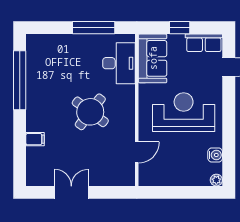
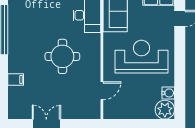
round table: (90, 112) -> (62, 56), turned -37
plant: (216, 180) -> (165, 110), width x1.88, depth x1.88

